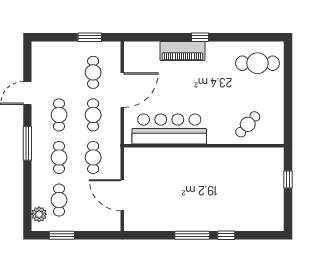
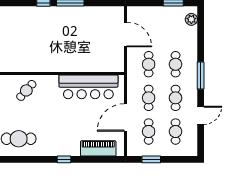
piano: (182, 51) -> (98, 148), moved
cafe table: (59, 200) -> (176, 132), moved

